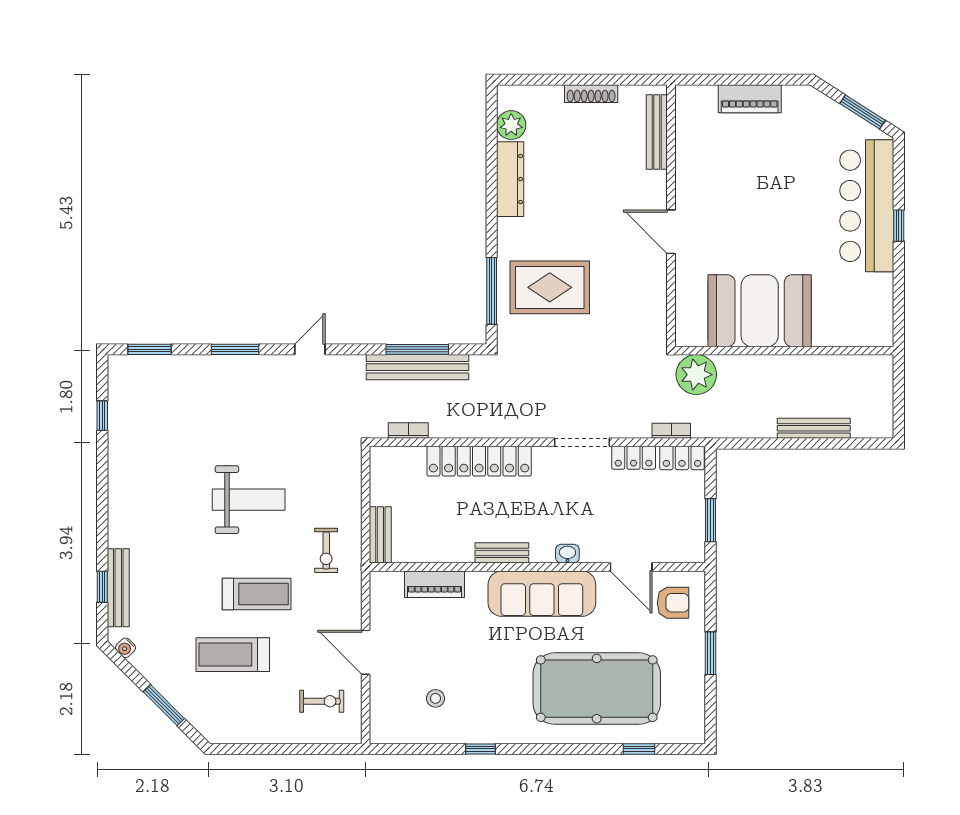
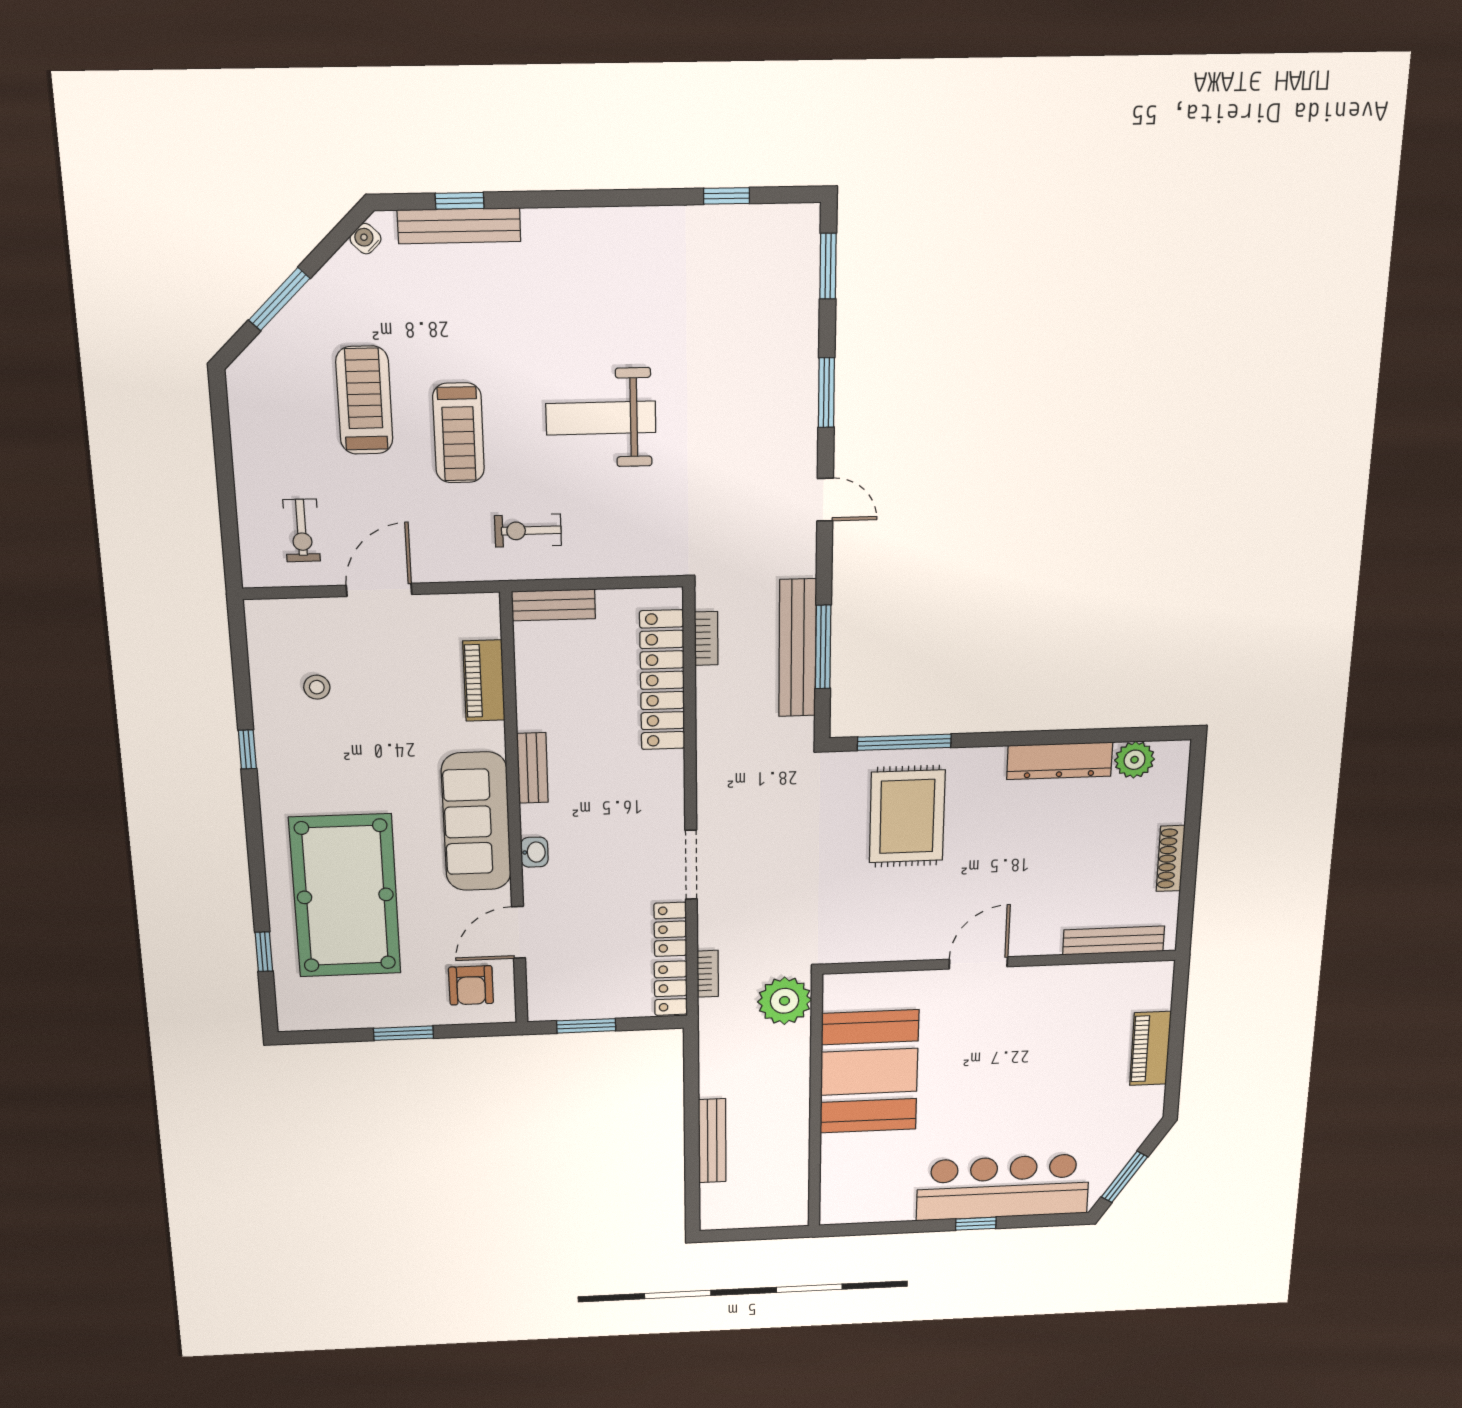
locker: (479, 461) -> (662, 680), moved
weight bench: (249, 500) -> (601, 418), turned 90

